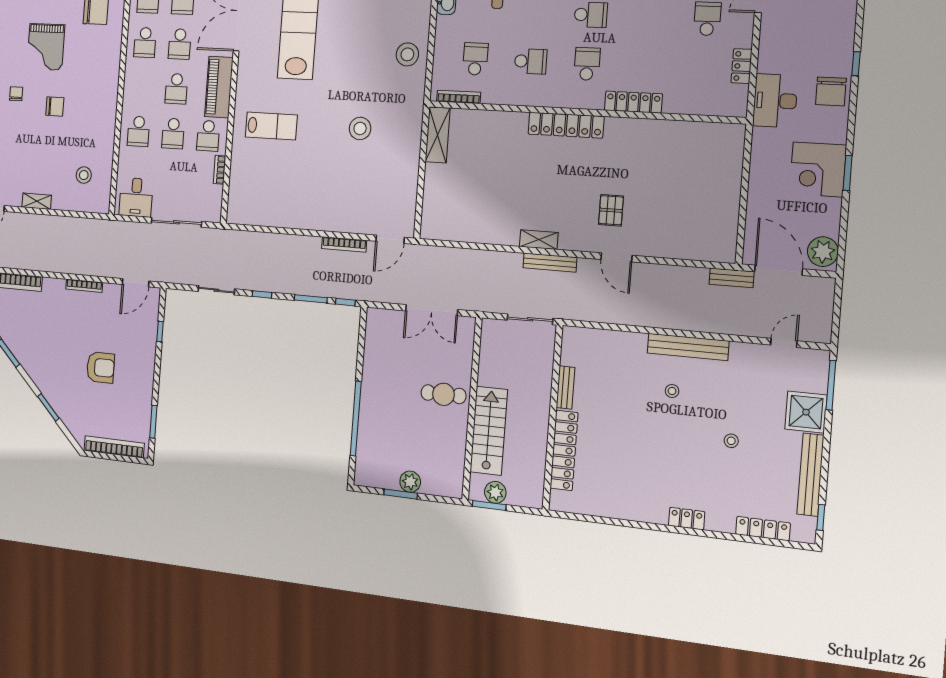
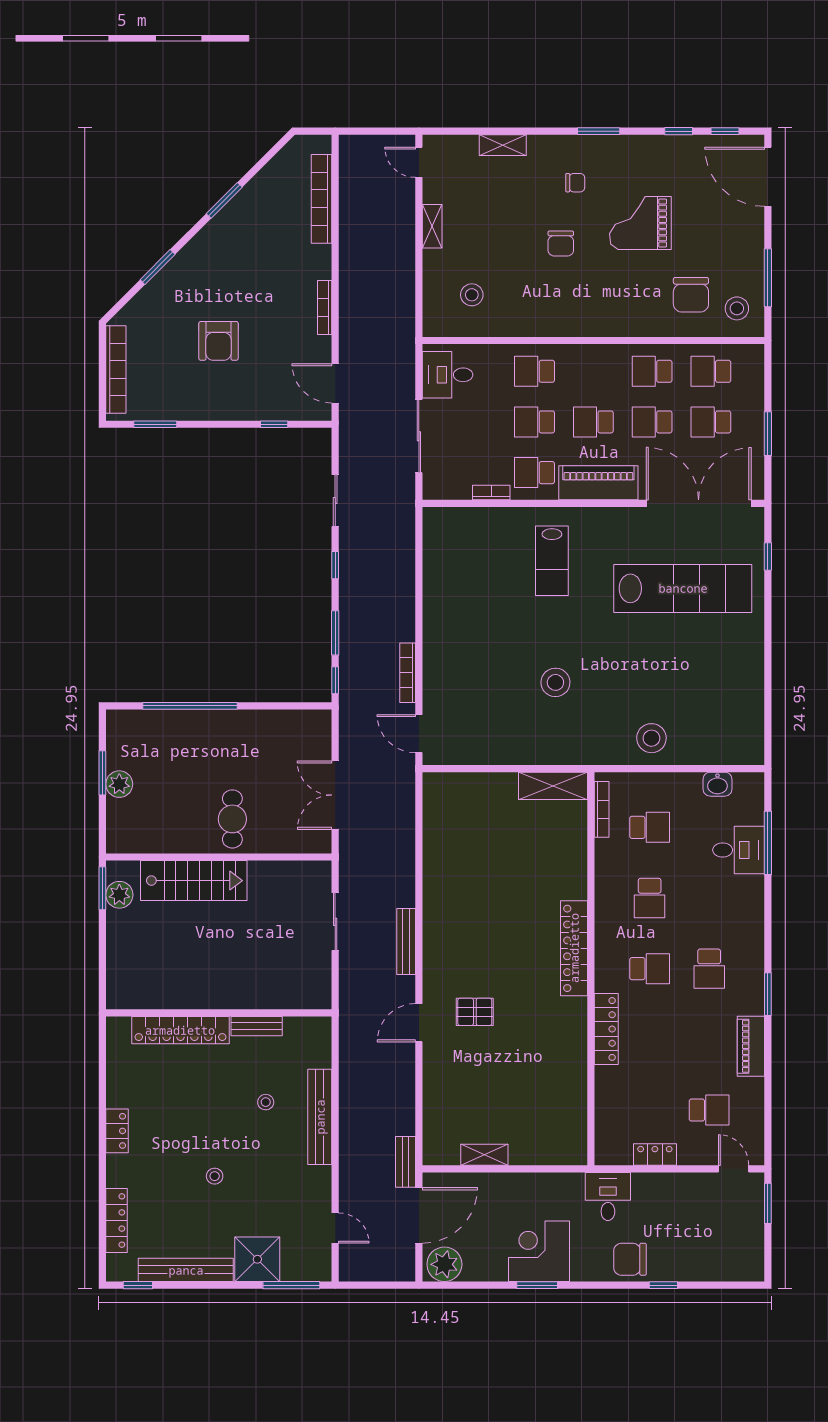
desk: (775, 101) -> (608, 1196), width x0.73
shelving: (539, 240) -> (484, 1155), moved, turned 90
bench: (565, 387) -> (257, 1026), moved
wall: (553, 417) -> (219, 1013), moved
locker: (564, 450) -> (180, 1030), moved

